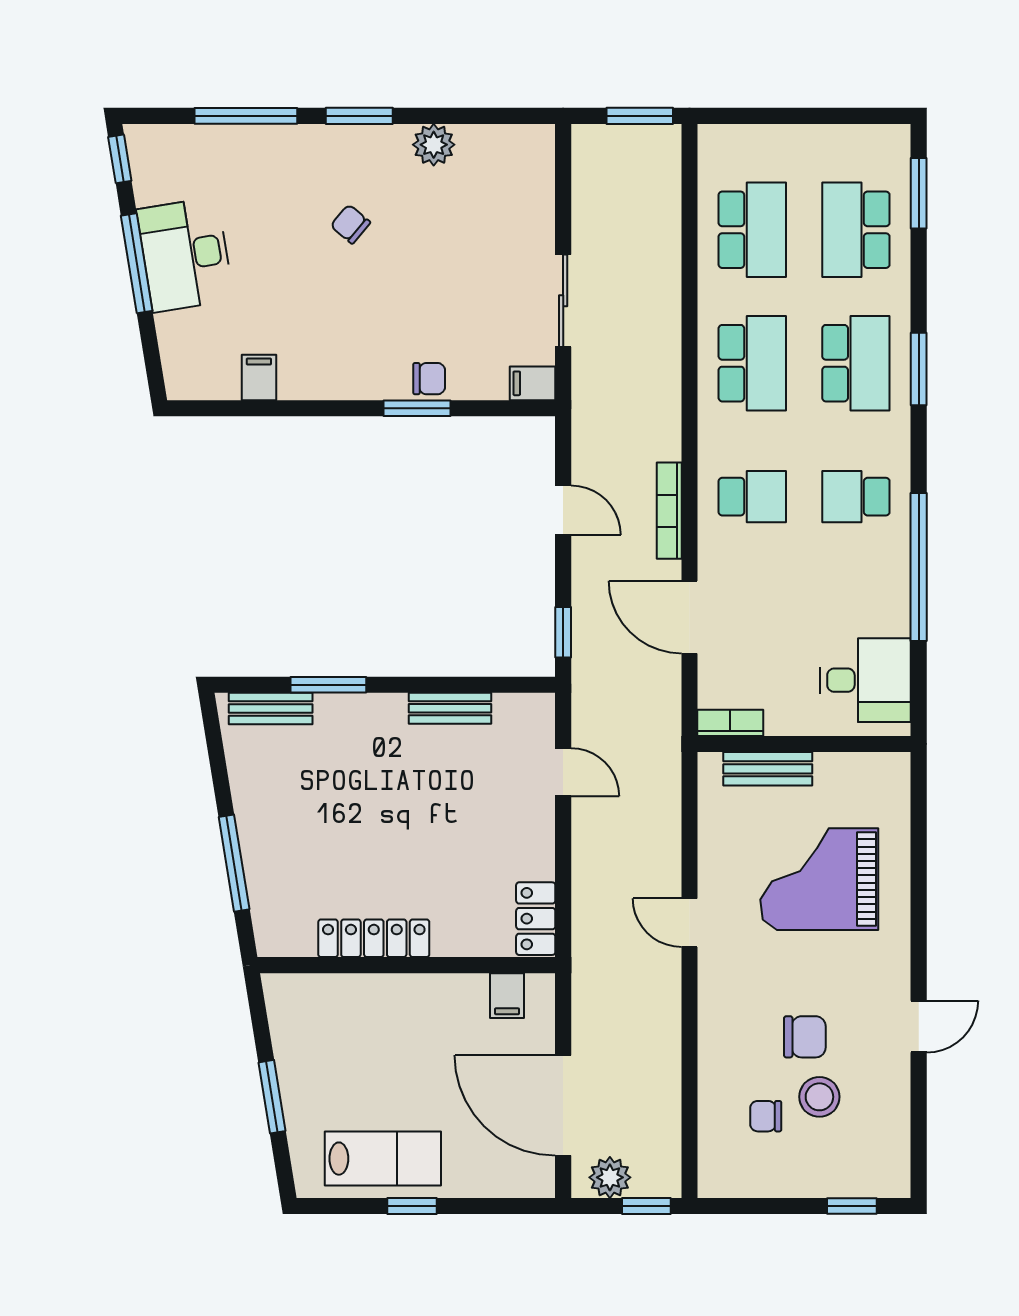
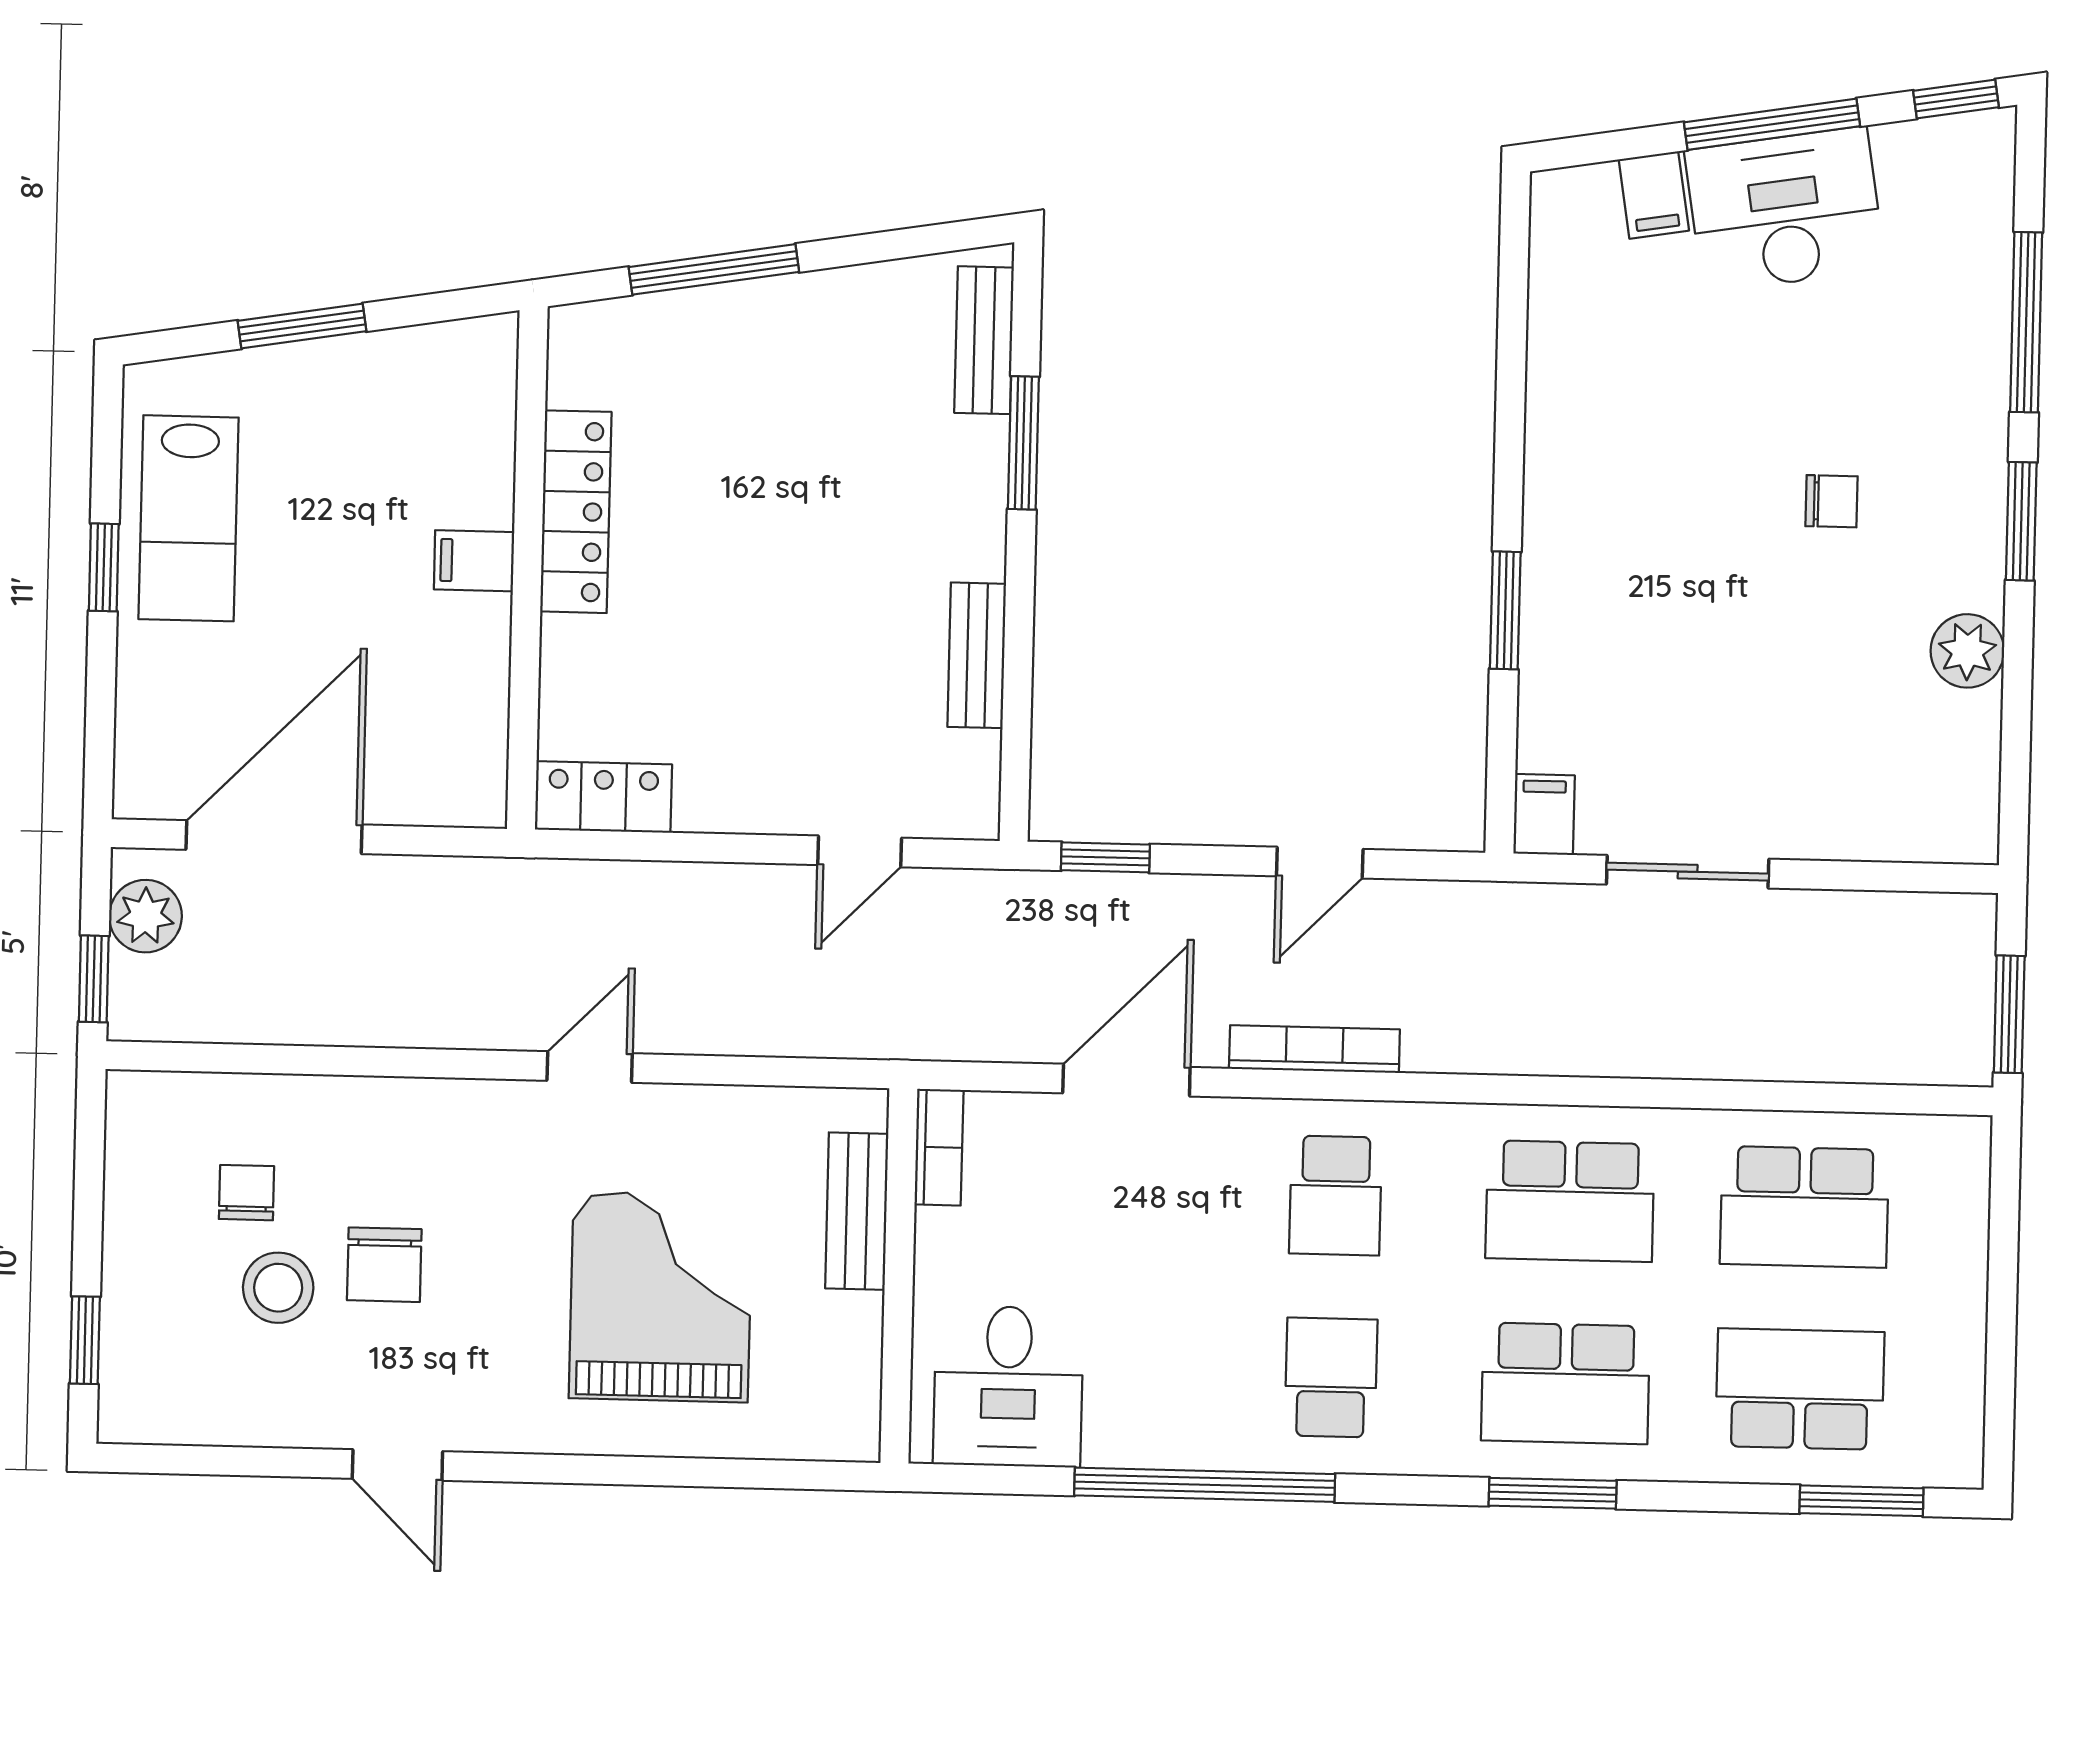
chair: (350, 224) -> (1832, 501), turned 50
filing cabinet: (259, 377) -> (1654, 195), moved, turned 81
chair: (429, 379) -> (1557, 633), removed
filing cabinet: (507, 996) -> (474, 561), moved

